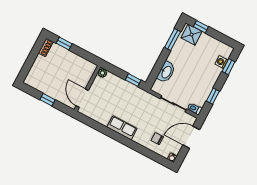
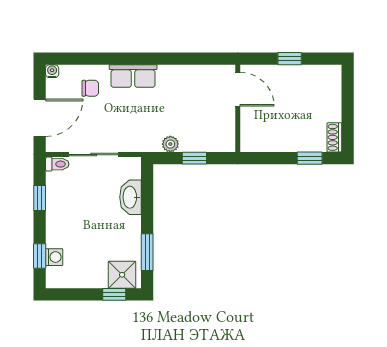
plant: (102, 73) -> (170, 144), moved
window: (133, 80) -> (194, 158), moved
row of seats: (122, 128) -> (133, 76), moved

